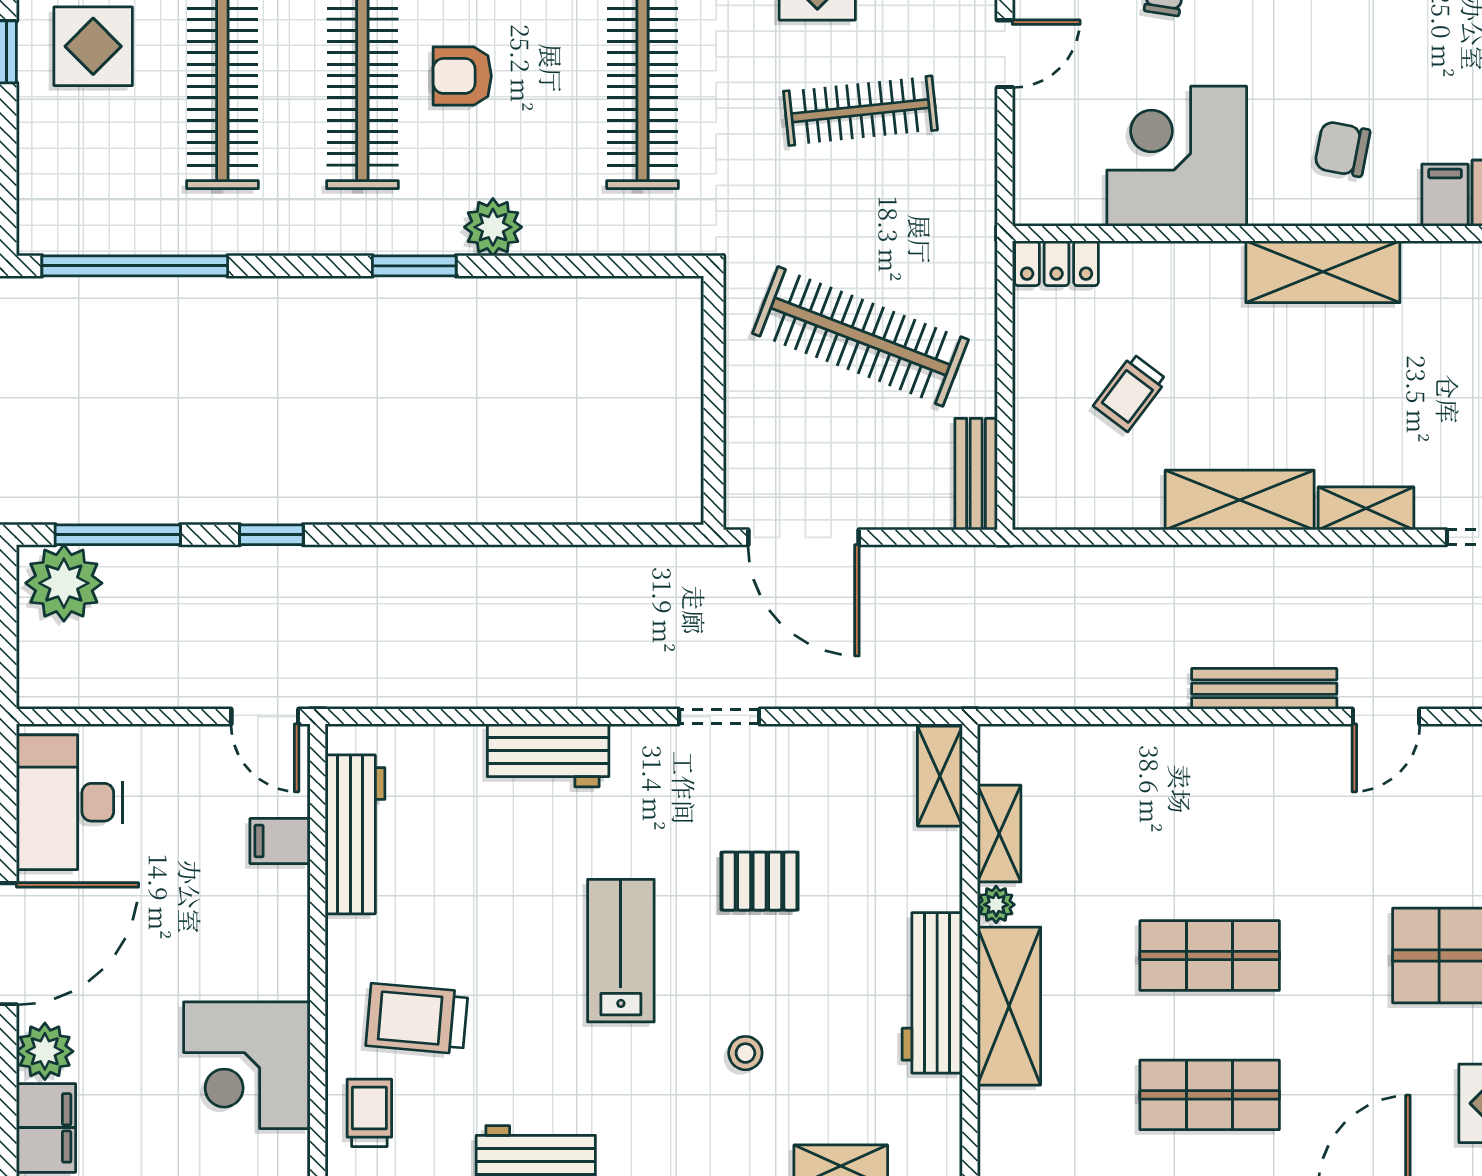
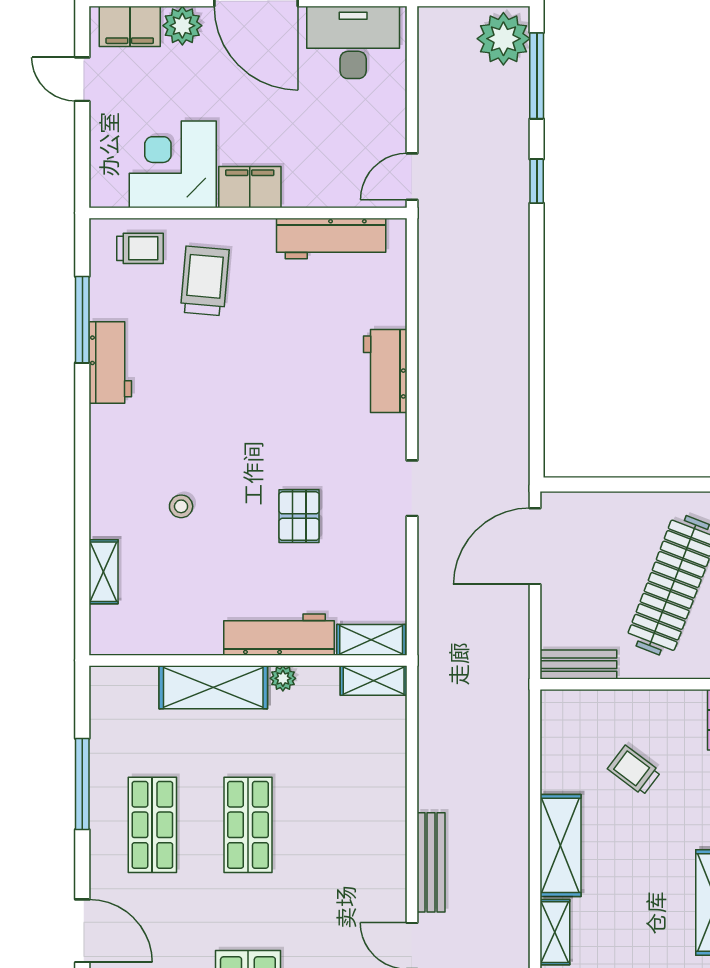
shelving: (999, 834) -> (374, 680), moved
filing cabinet: (280, 841) -> (250, 187), moved, width x2.00
lab bench: (621, 951) -> (251, 421), removed
workbench: (932, 993) -> (279, 635), moved

